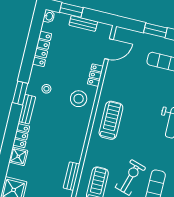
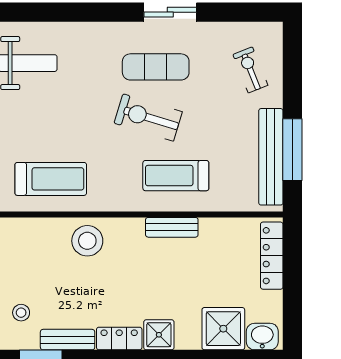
stool: (79, 99) -> (87, 241), moved
treadmill: (111, 120) -> (51, 179), turned 180

